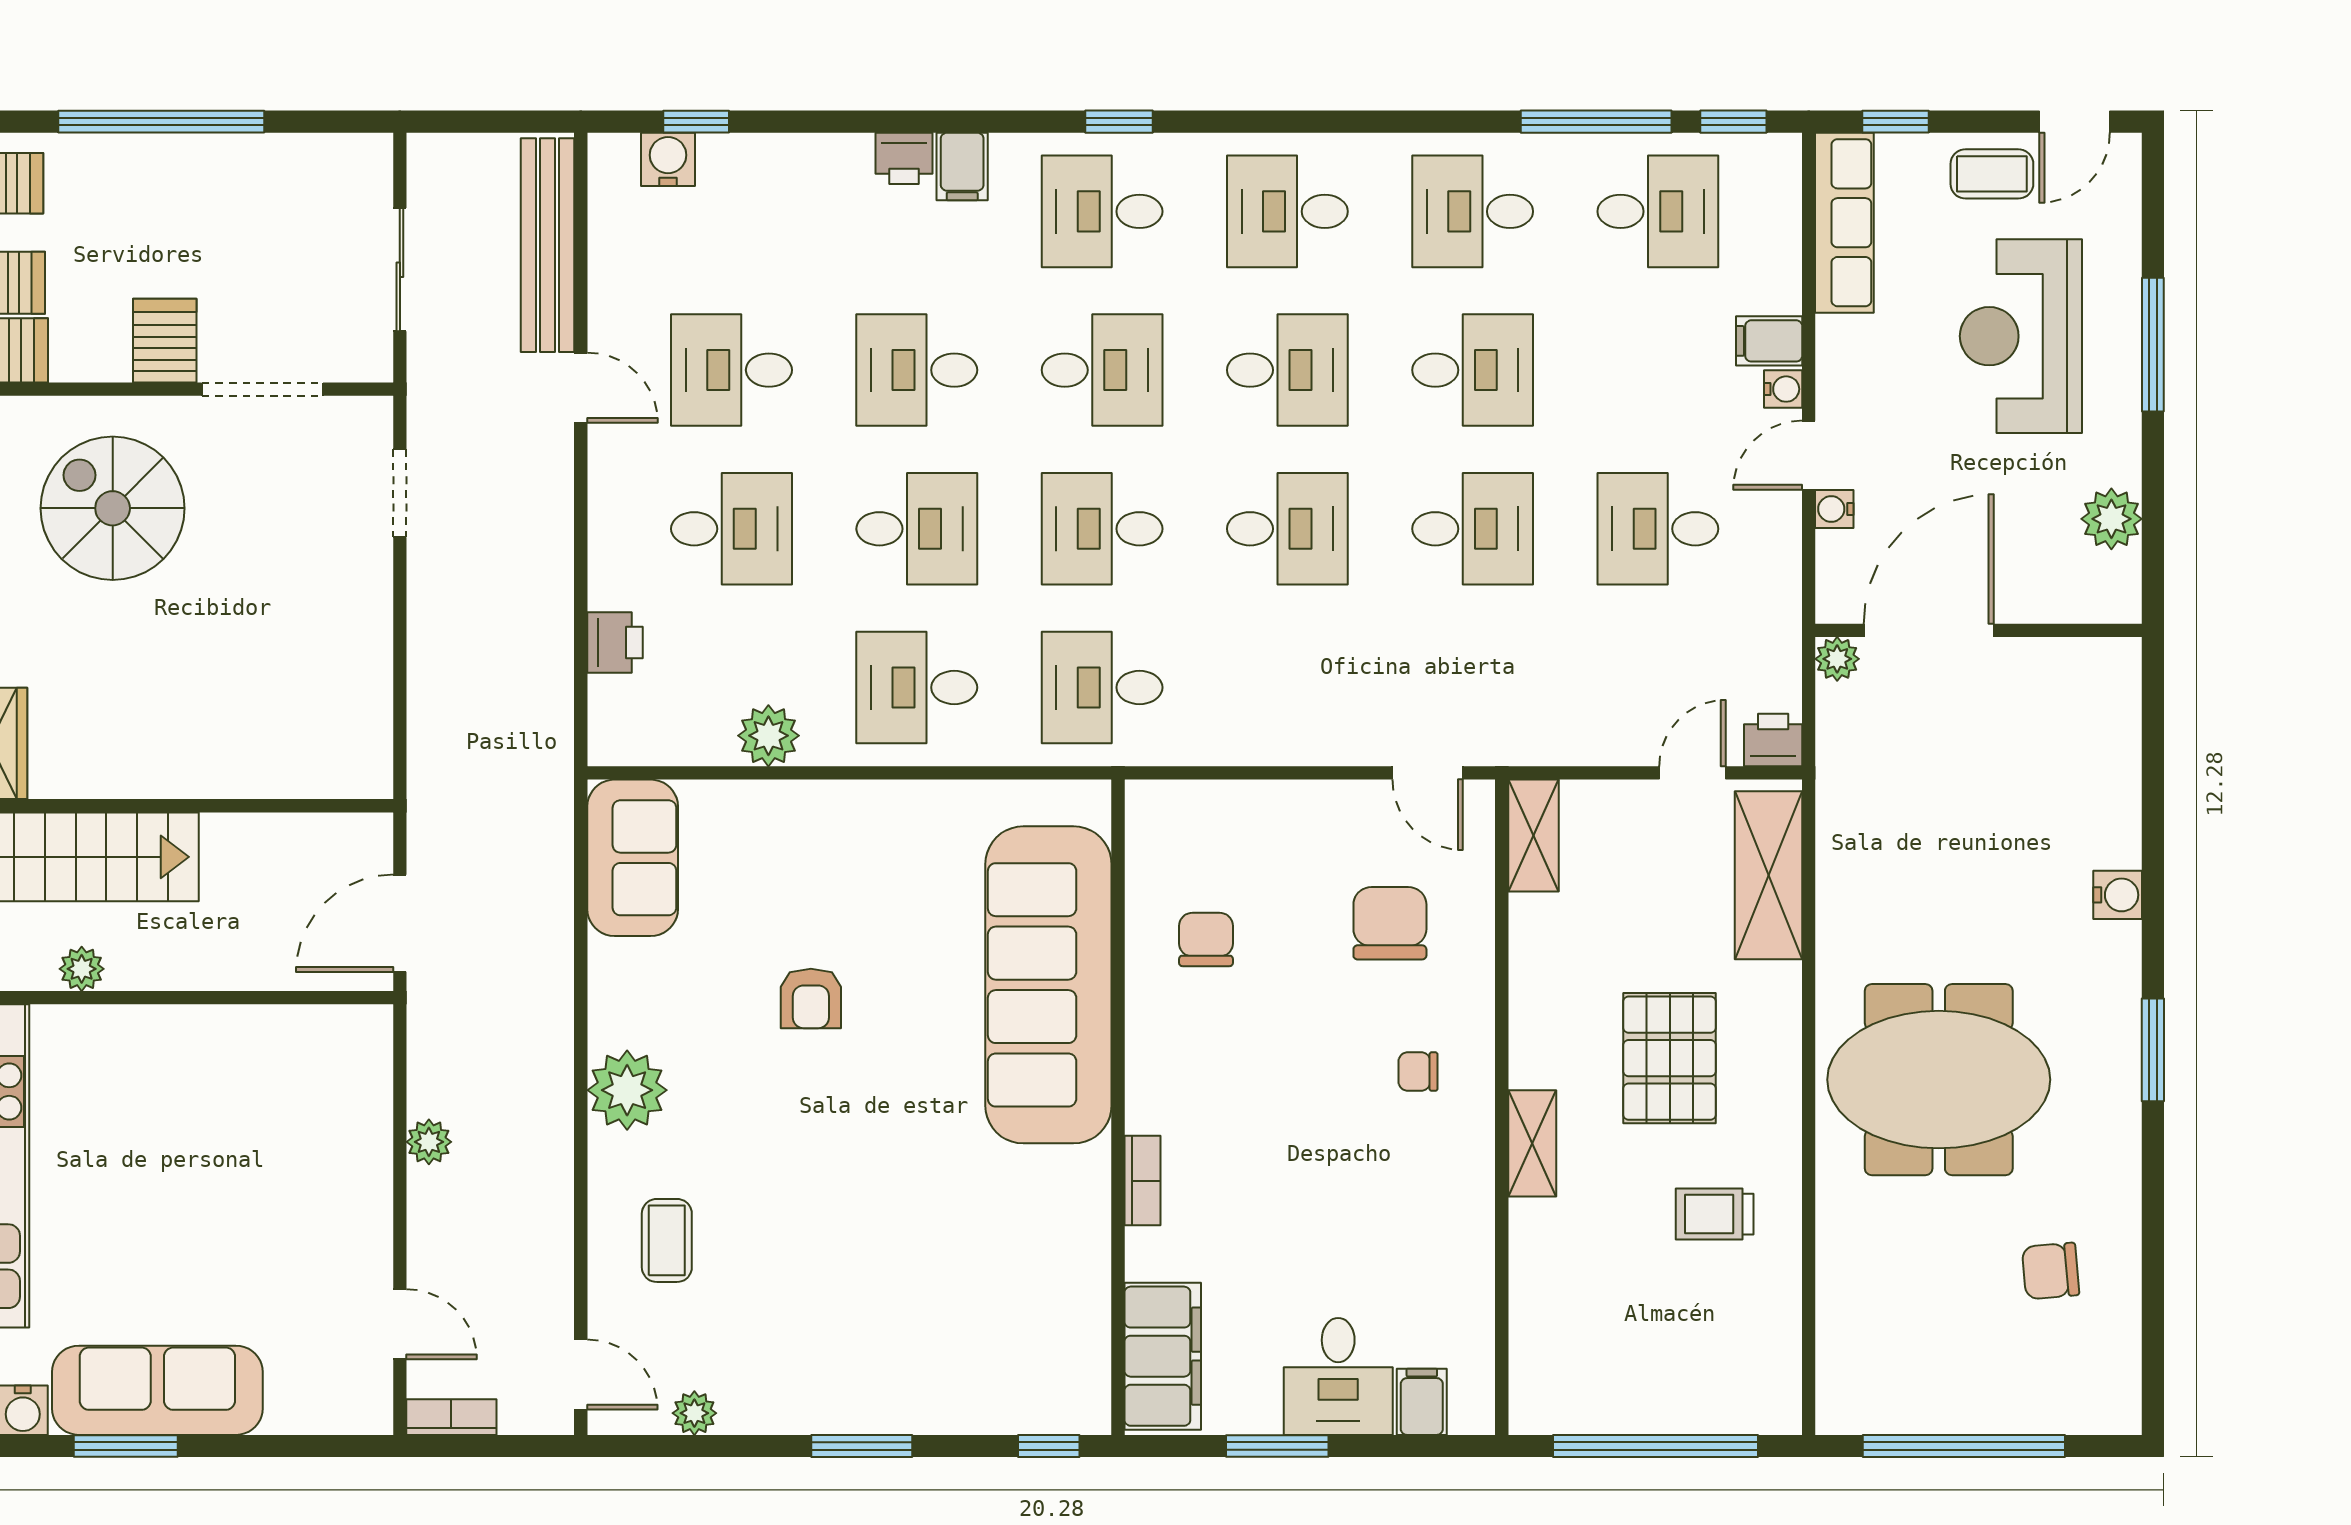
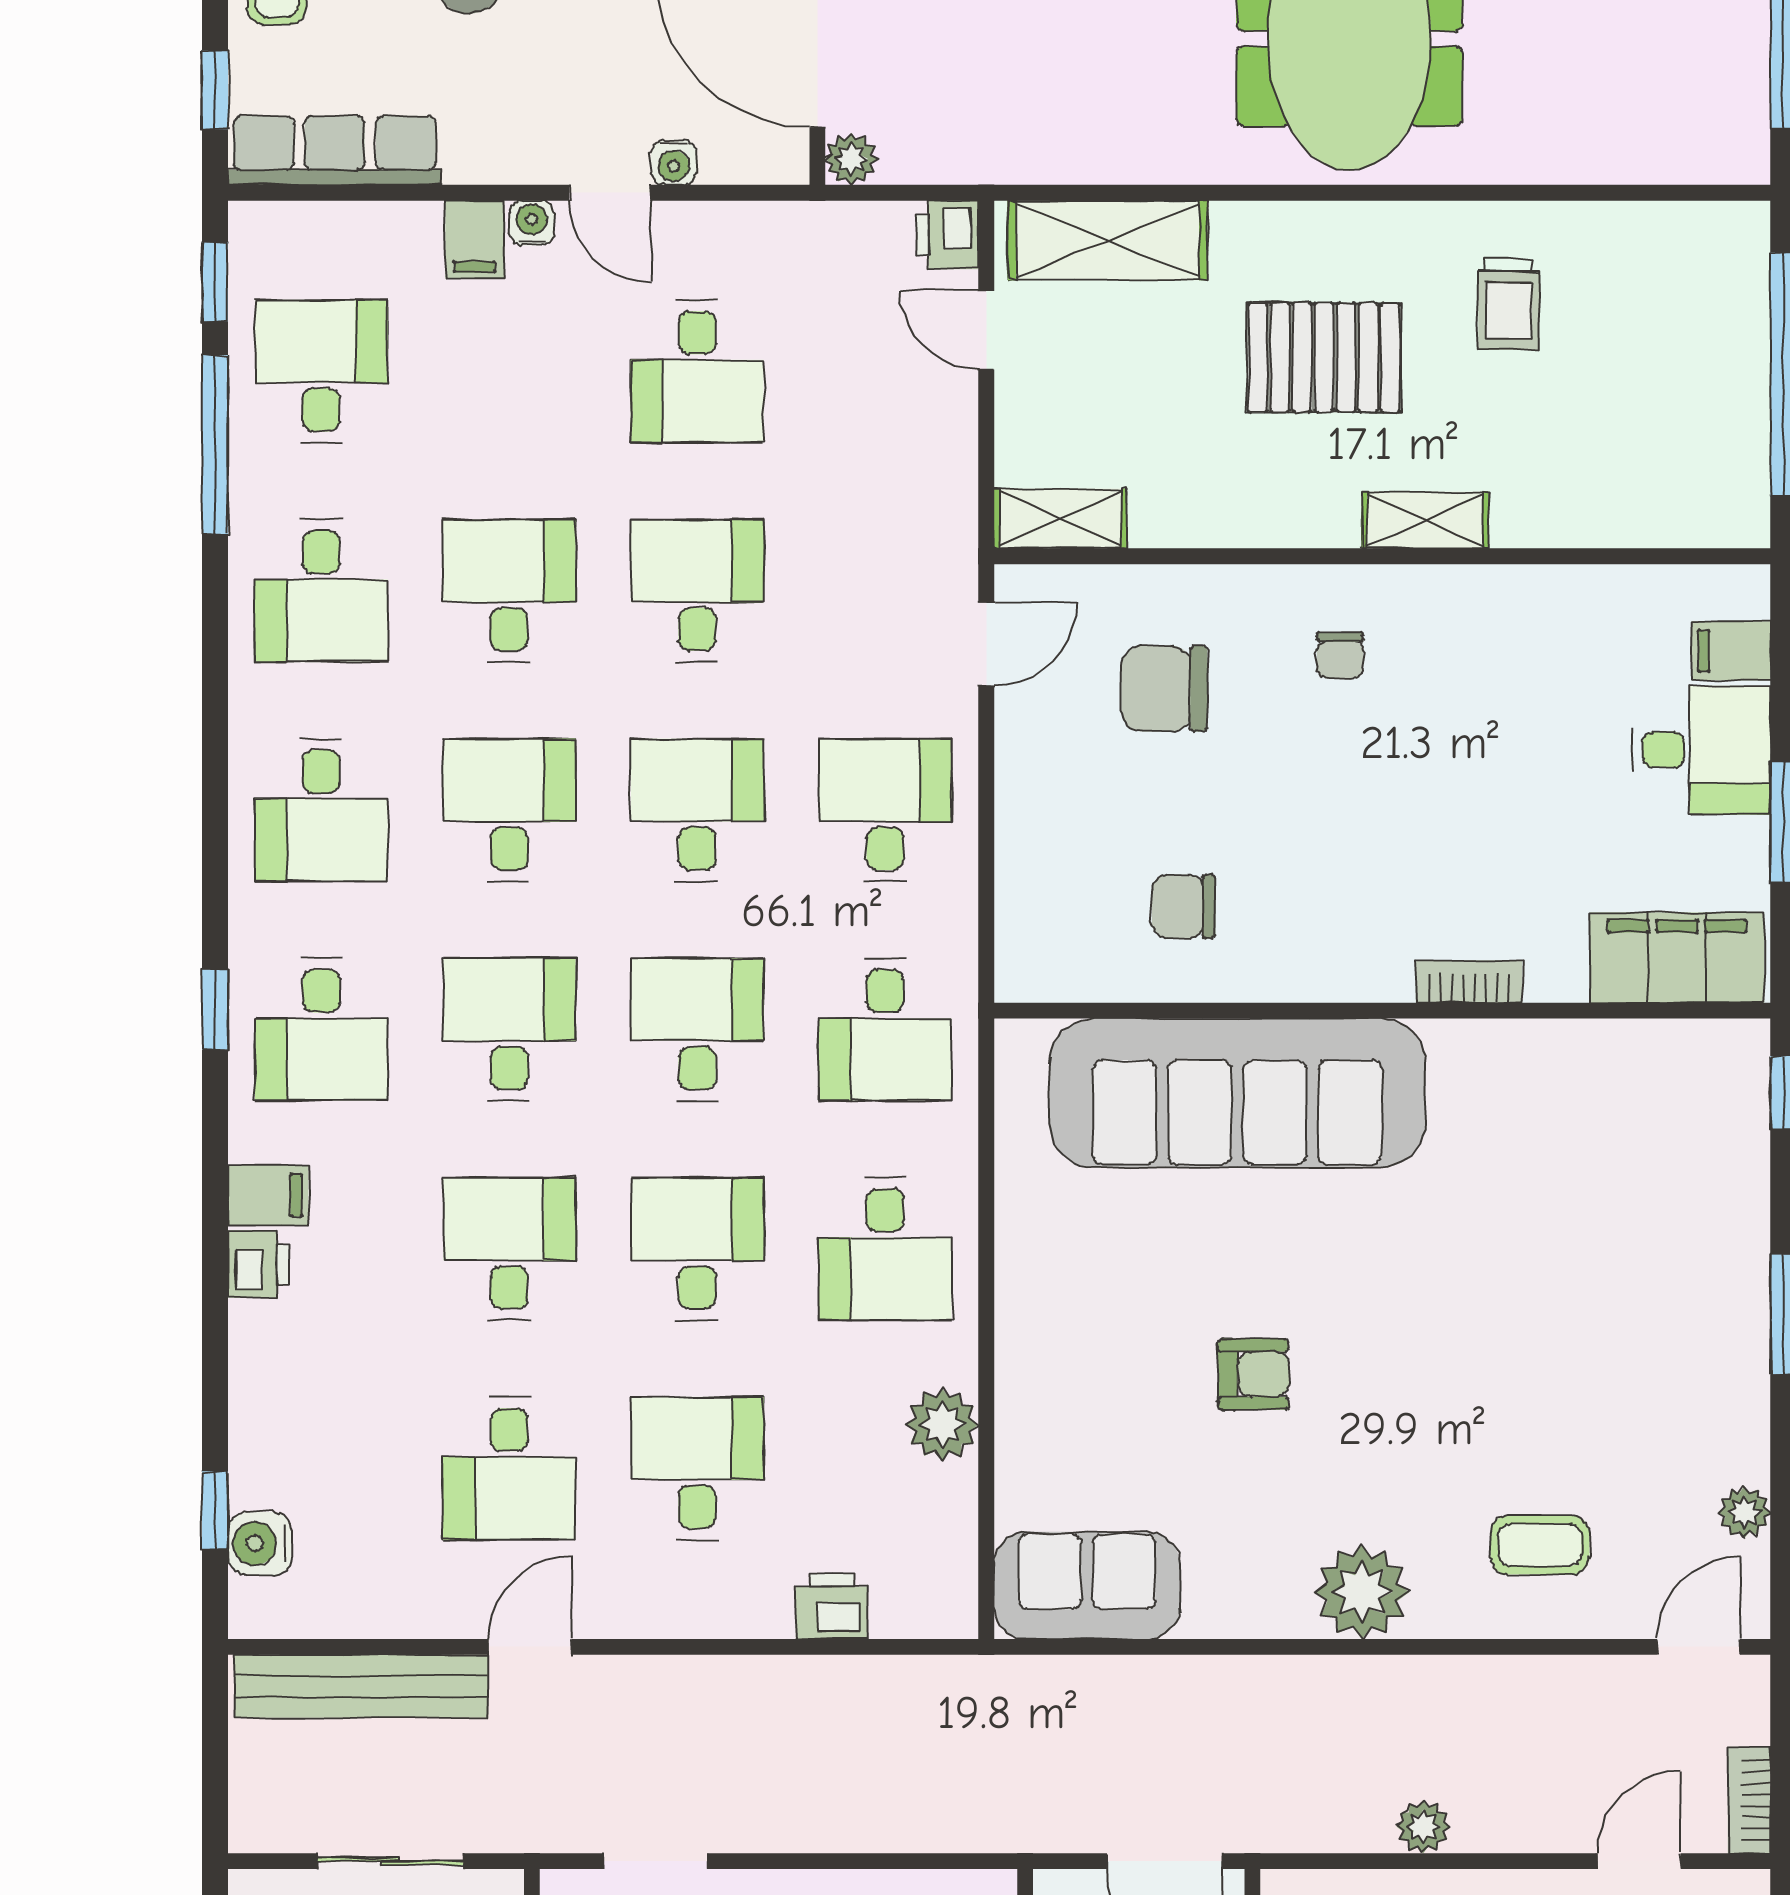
desk: (917, 370) -> (509, 1249), turned 180
desk: (1102, 529) -> (697, 1030), turned 180
desk: (1287, 687) -> (885, 810), added

